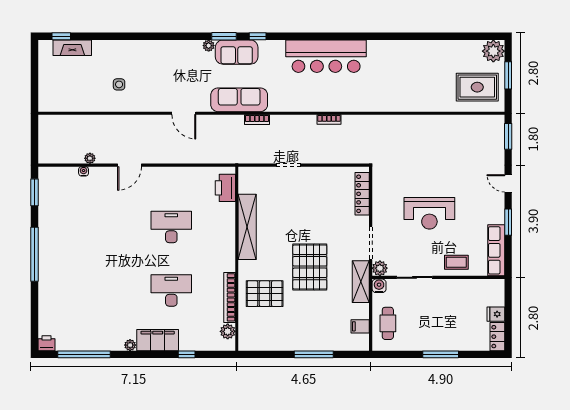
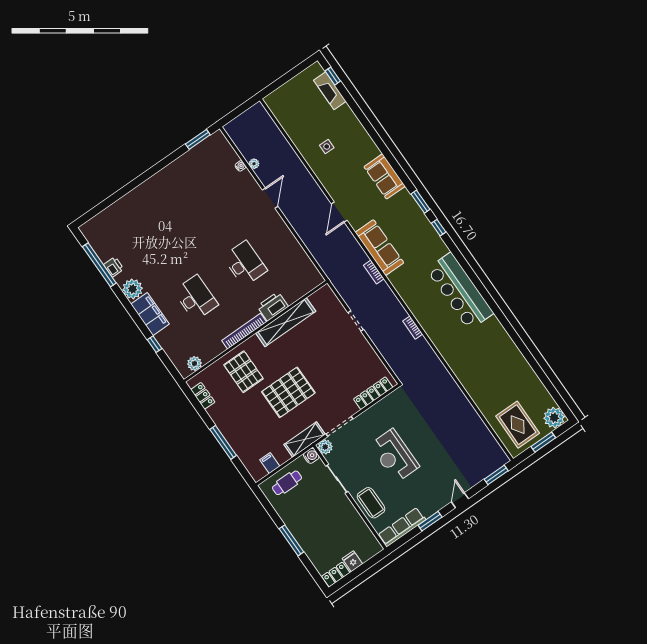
plant: (209, 46) -> (405, 195), removed
sofa: (237, 52) -> (385, 176), moved
door: (130, 165) -> (270, 198), swing flipped
printer: (225, 188) -> (273, 306), moved
window: (35, 254) -> (150, 173), removed
coffee table: (456, 262) -> (371, 503), width x1.36, depth x1.30
bookcase: (230, 297) -> (244, 331), moved
printer: (47, 343) -> (114, 267), moved
locker: (261, 344) -> (203, 396), added
plant: (130, 345) -> (133, 289), width x1.87, depth x1.87

